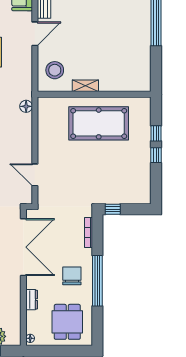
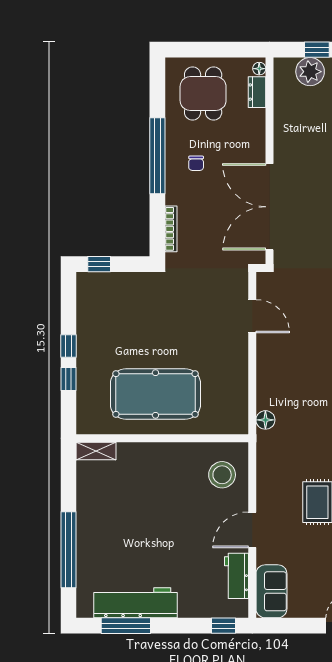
shelving: (85, 86) -> (96, 451), moved
window: (113, 209) -> (99, 264), moved
chair: (72, 276) -> (196, 163), width x0.54, depth x0.54
dresser: (32, 300) -> (257, 92), moved

